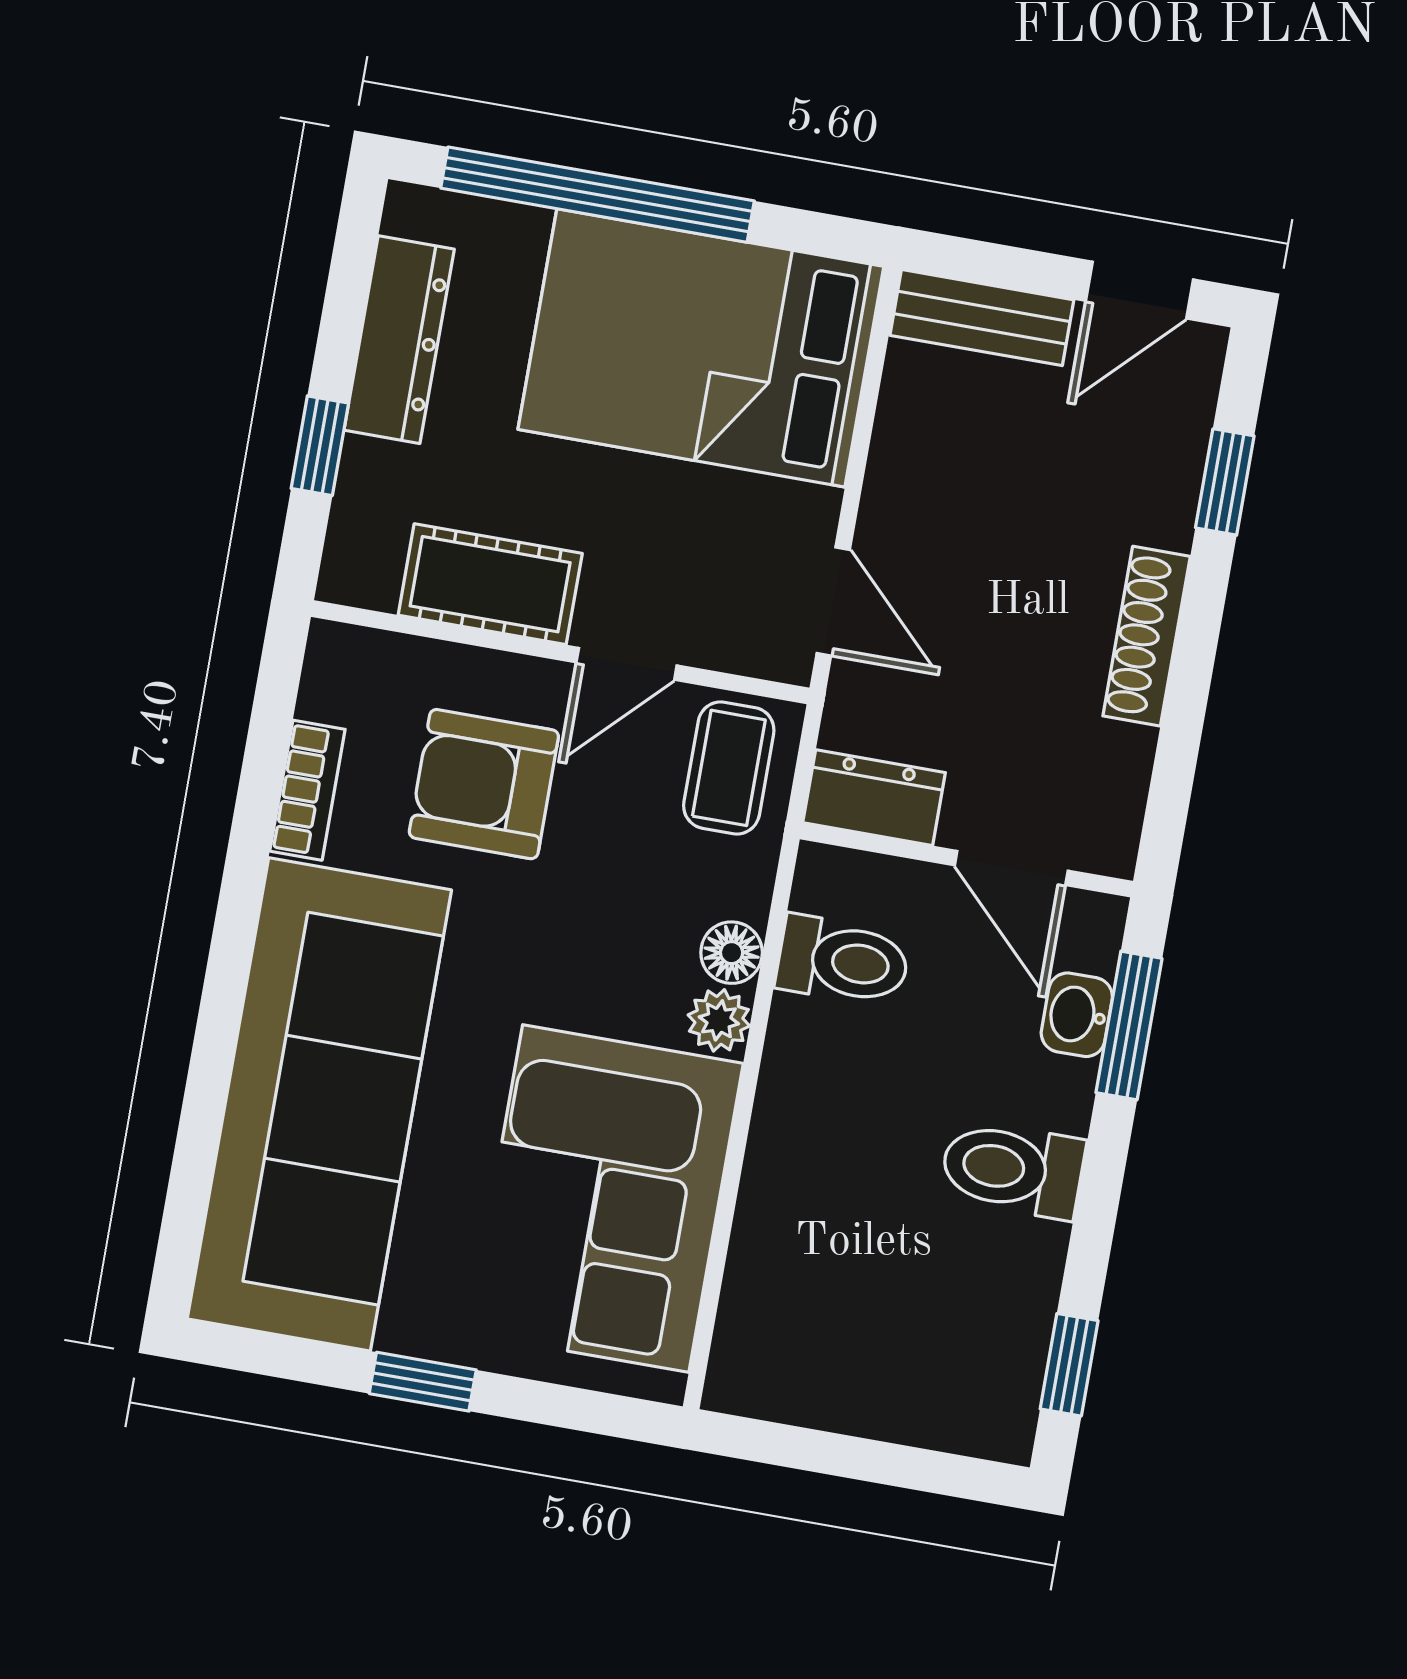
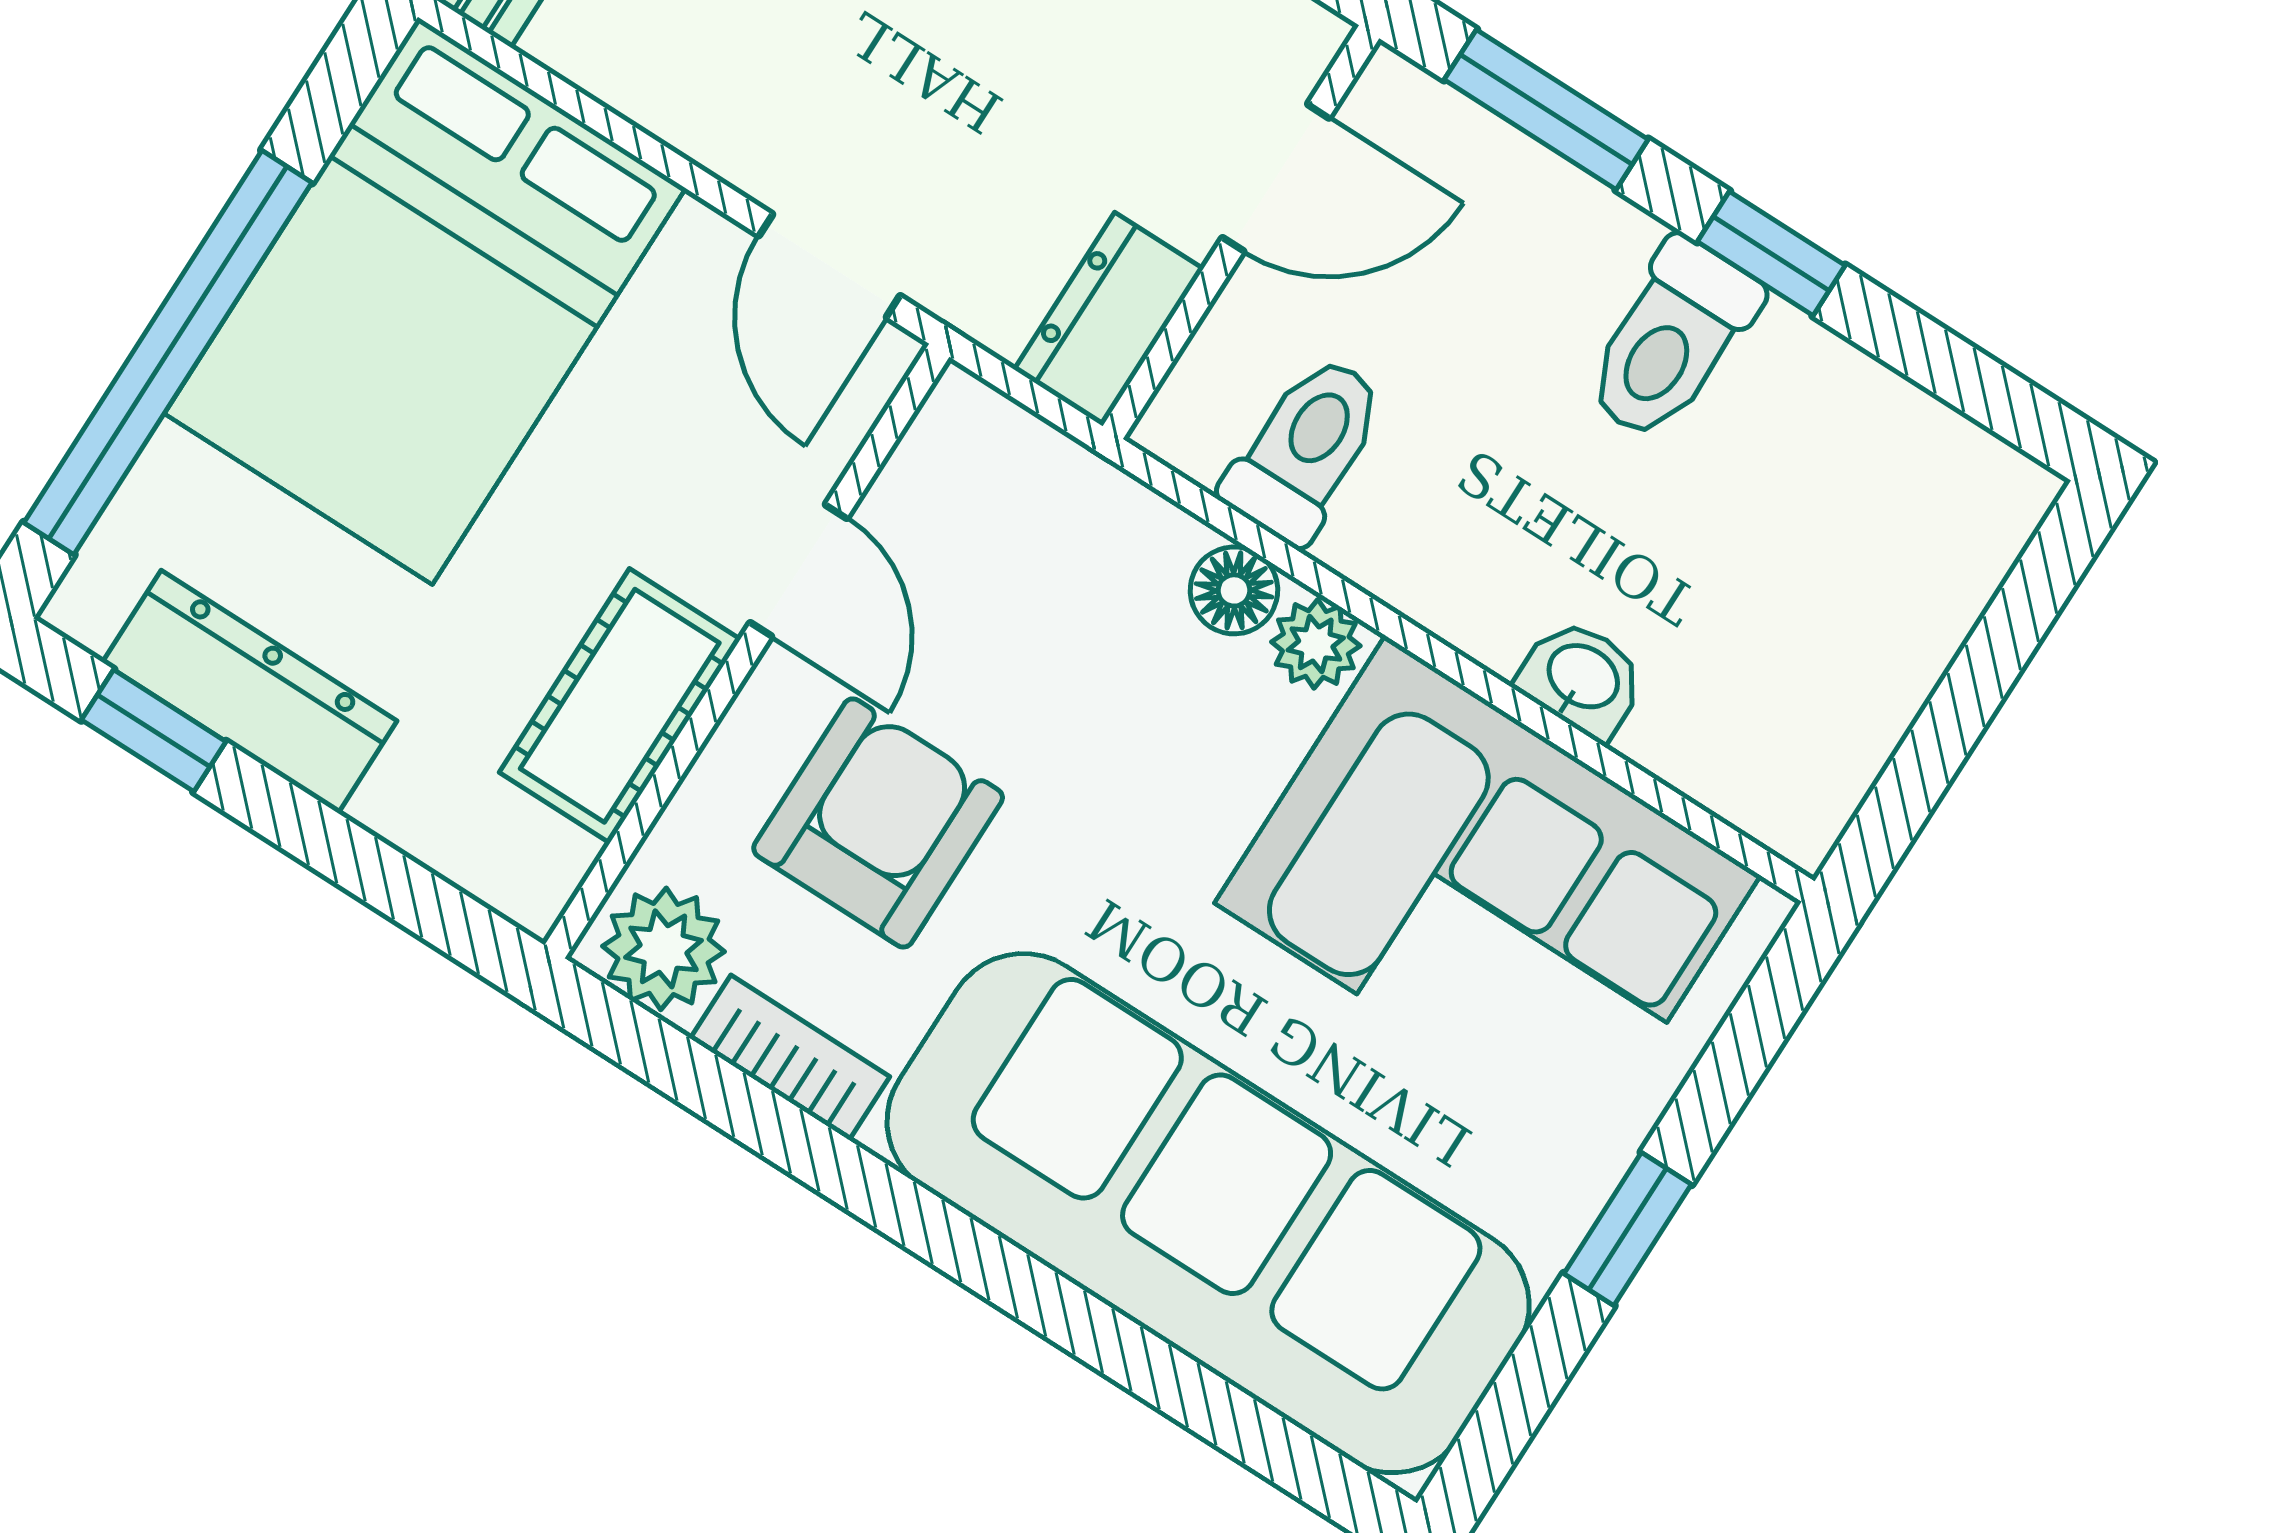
window: (320, 446) -> (154, 731), moved
door: (833, 601) -> (829, 266), swing flipped
plant: (344, 679) -> (664, 949), added
coffee table: (729, 768) -> (991, 493), removed
armchair: (484, 784) -> (878, 823), turned 180
washbasin: (1077, 1015) -> (1582, 679), moved, turned 180
window: (1069, 1365) -> (1771, 254), moved

